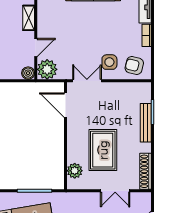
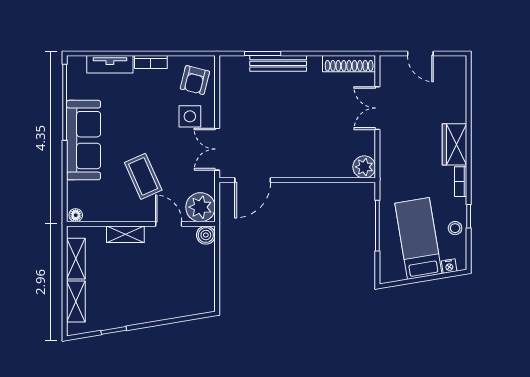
coffee table: (68, 30) -> (143, 176), added
rug: (103, 150) -> (318, 126), removed
plant: (75, 171) -> (364, 167), moved
double door: (115, 191) -> (377, 108), swing flipped

